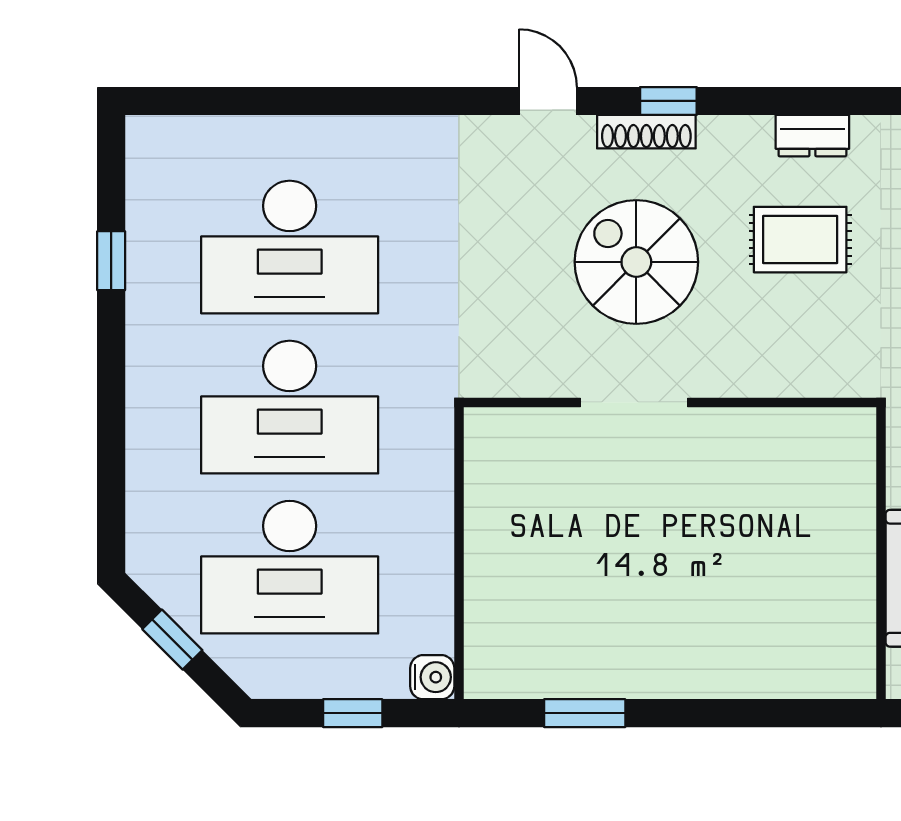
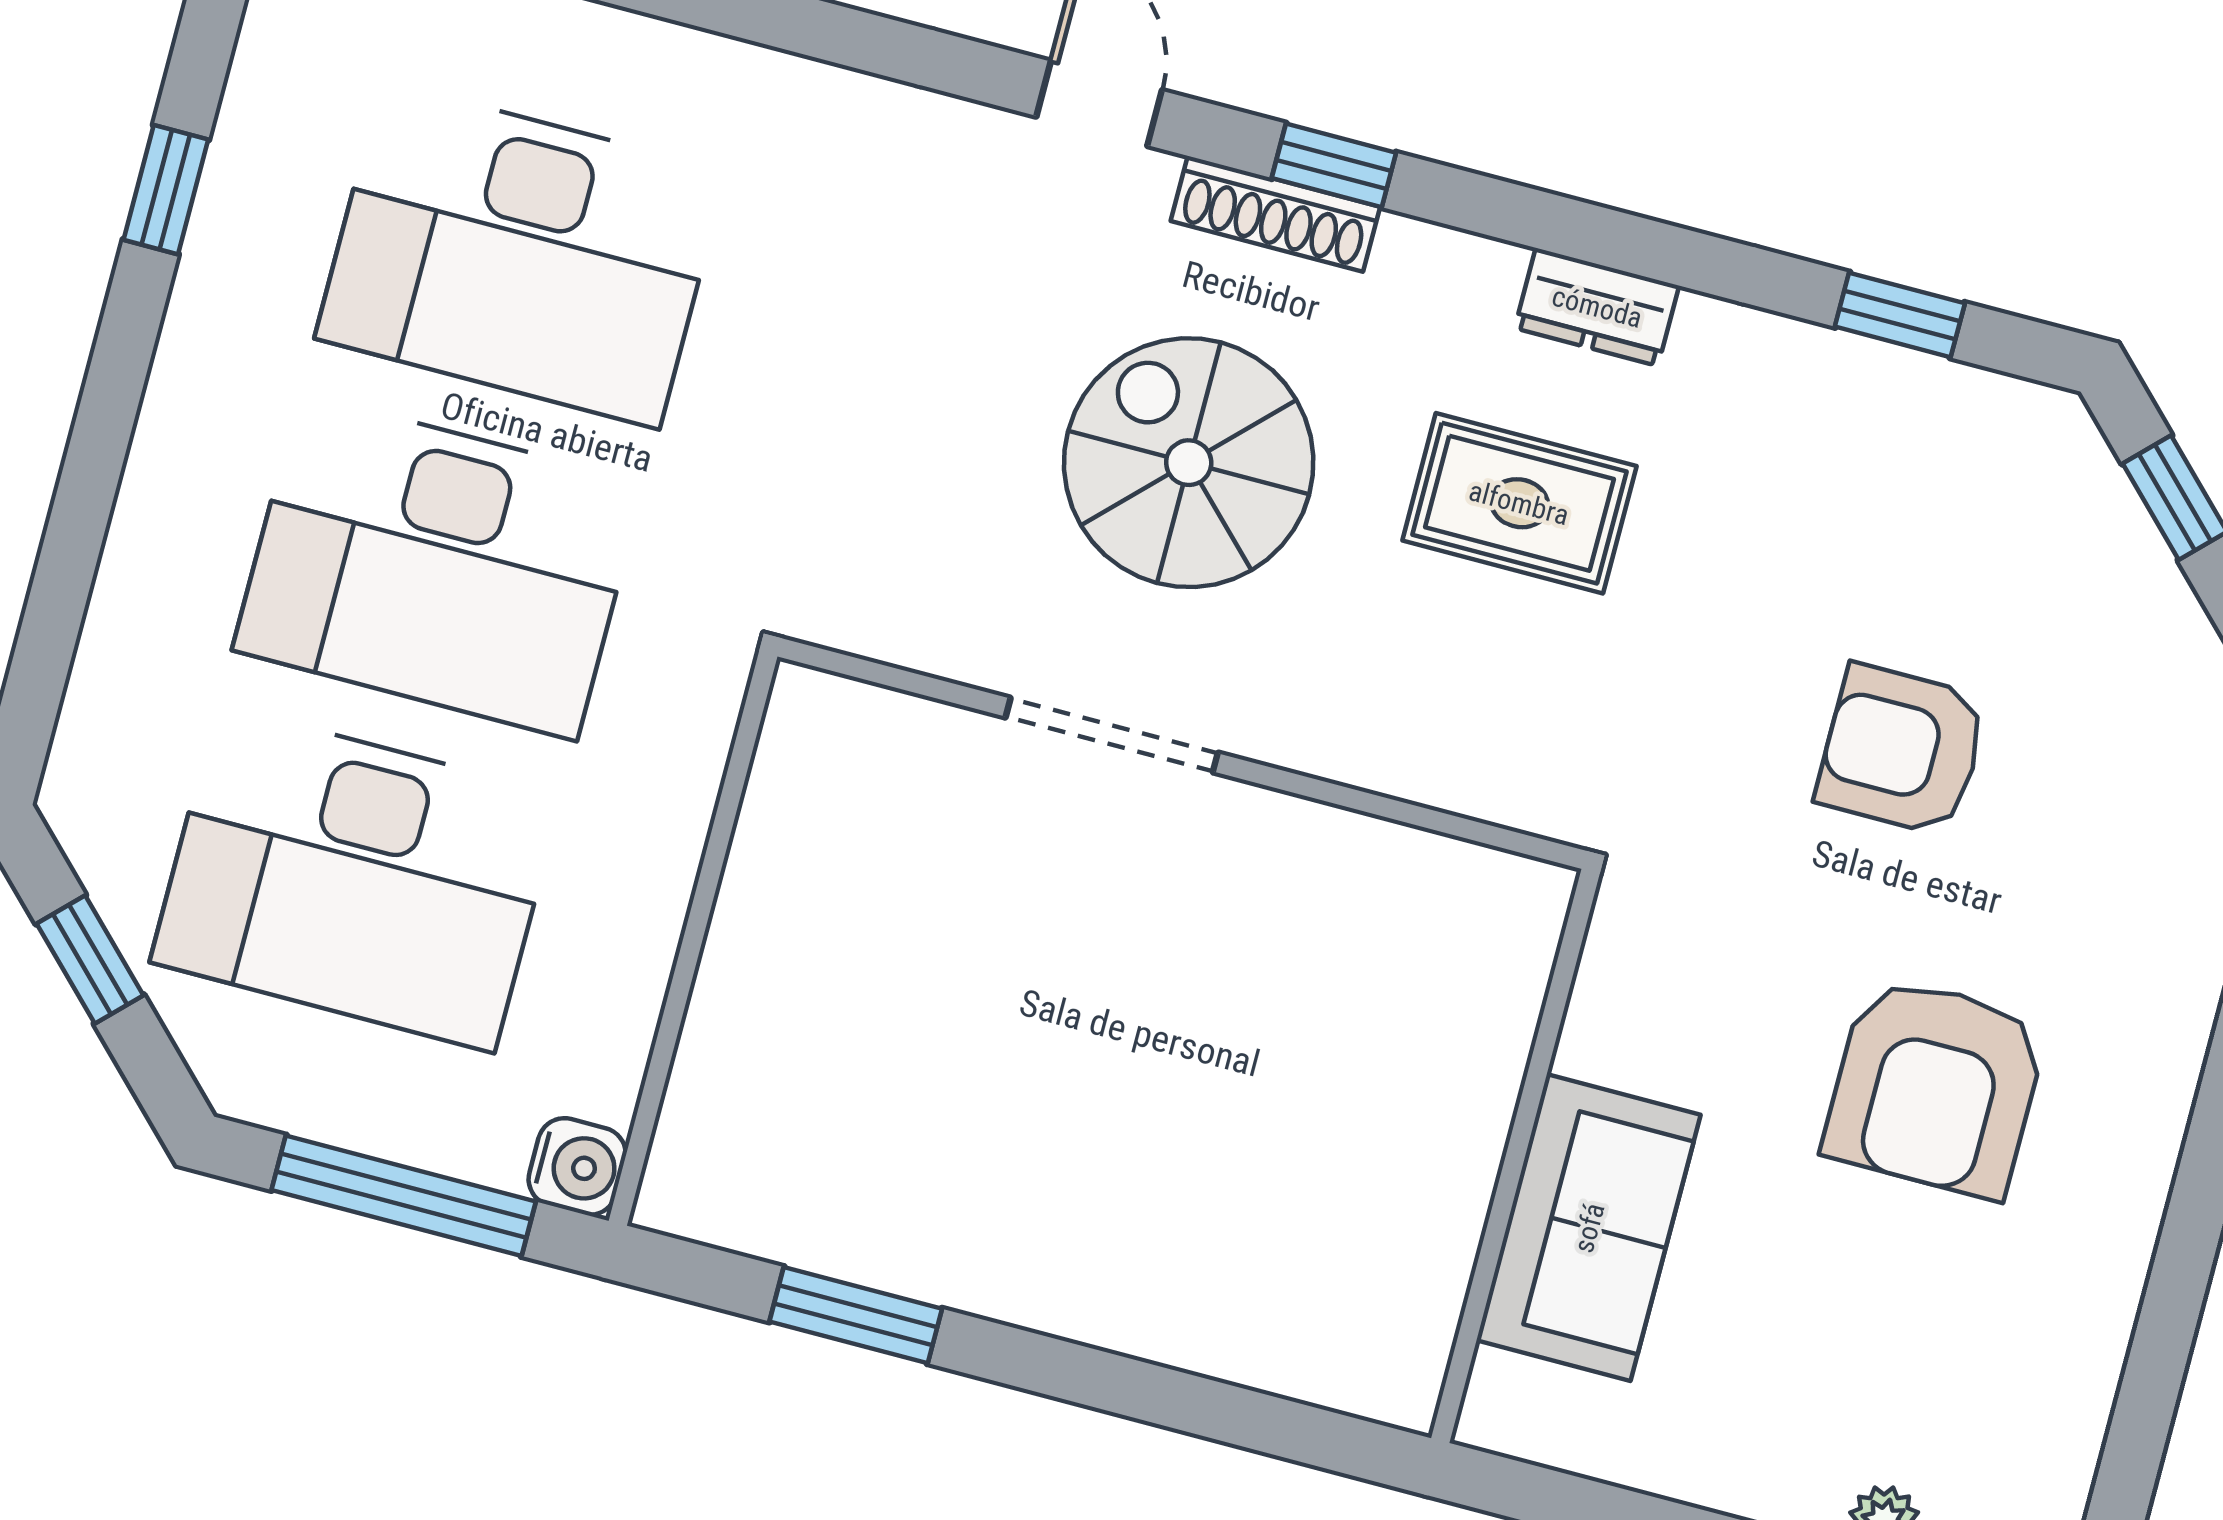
window: (353, 713) -> (404, 1196), width x2.17

